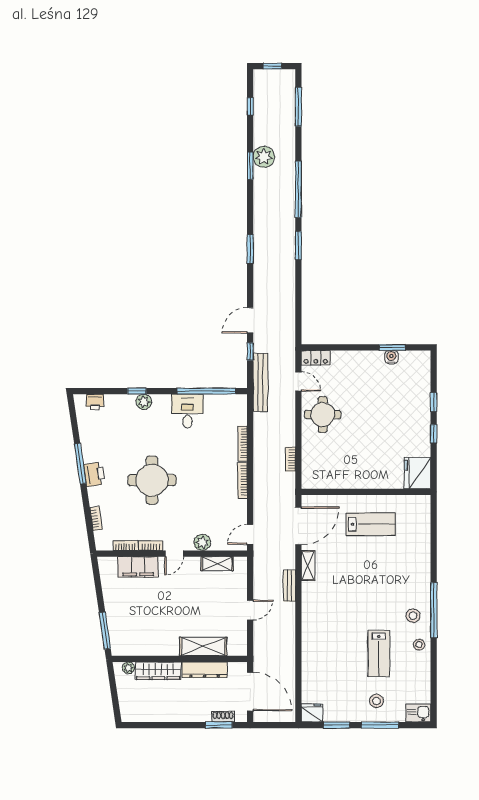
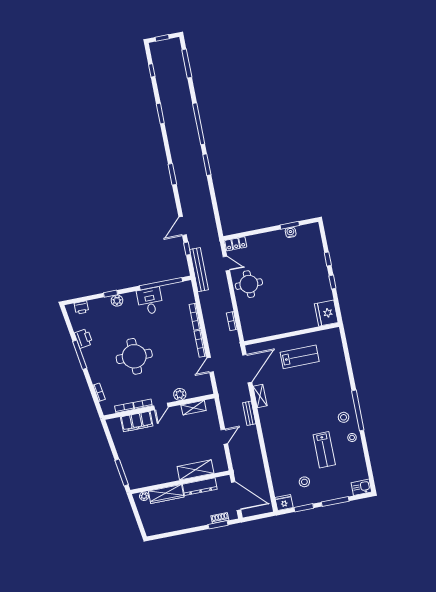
plant: (264, 157) -> (169, 105), removed
printer: (94, 474) -> (84, 338), moved
door: (250, 534) -> (210, 365), moved
stool: (376, 701) -> (304, 482), moved

